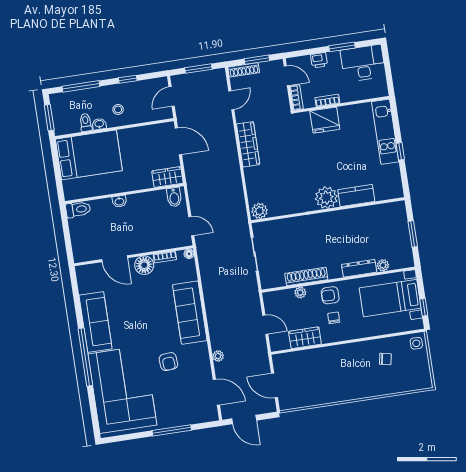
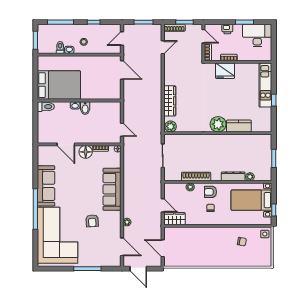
wardrobe: (248, 144) -> (170, 101), moved
bed: (89, 155) -> (59, 85), moved
wardrobe: (168, 177) -> (111, 94), removed
bidet: (174, 197) -> (85, 108), moved
wardrobe: (305, 338) -> (174, 219), moved

